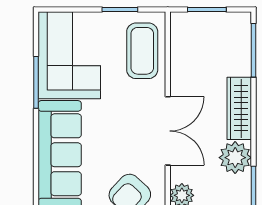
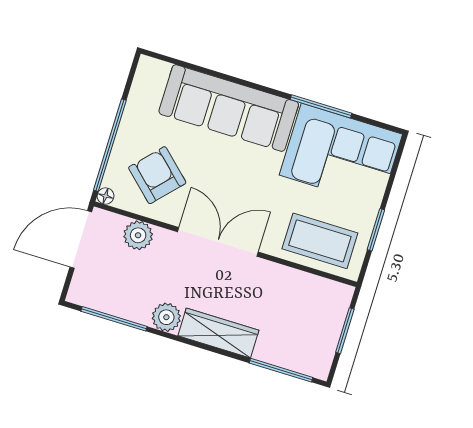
double door: (168, 131) -> (218, 242), swing flipped
plant: (235, 158) -> (166, 317), width x0.73, depth x0.73

